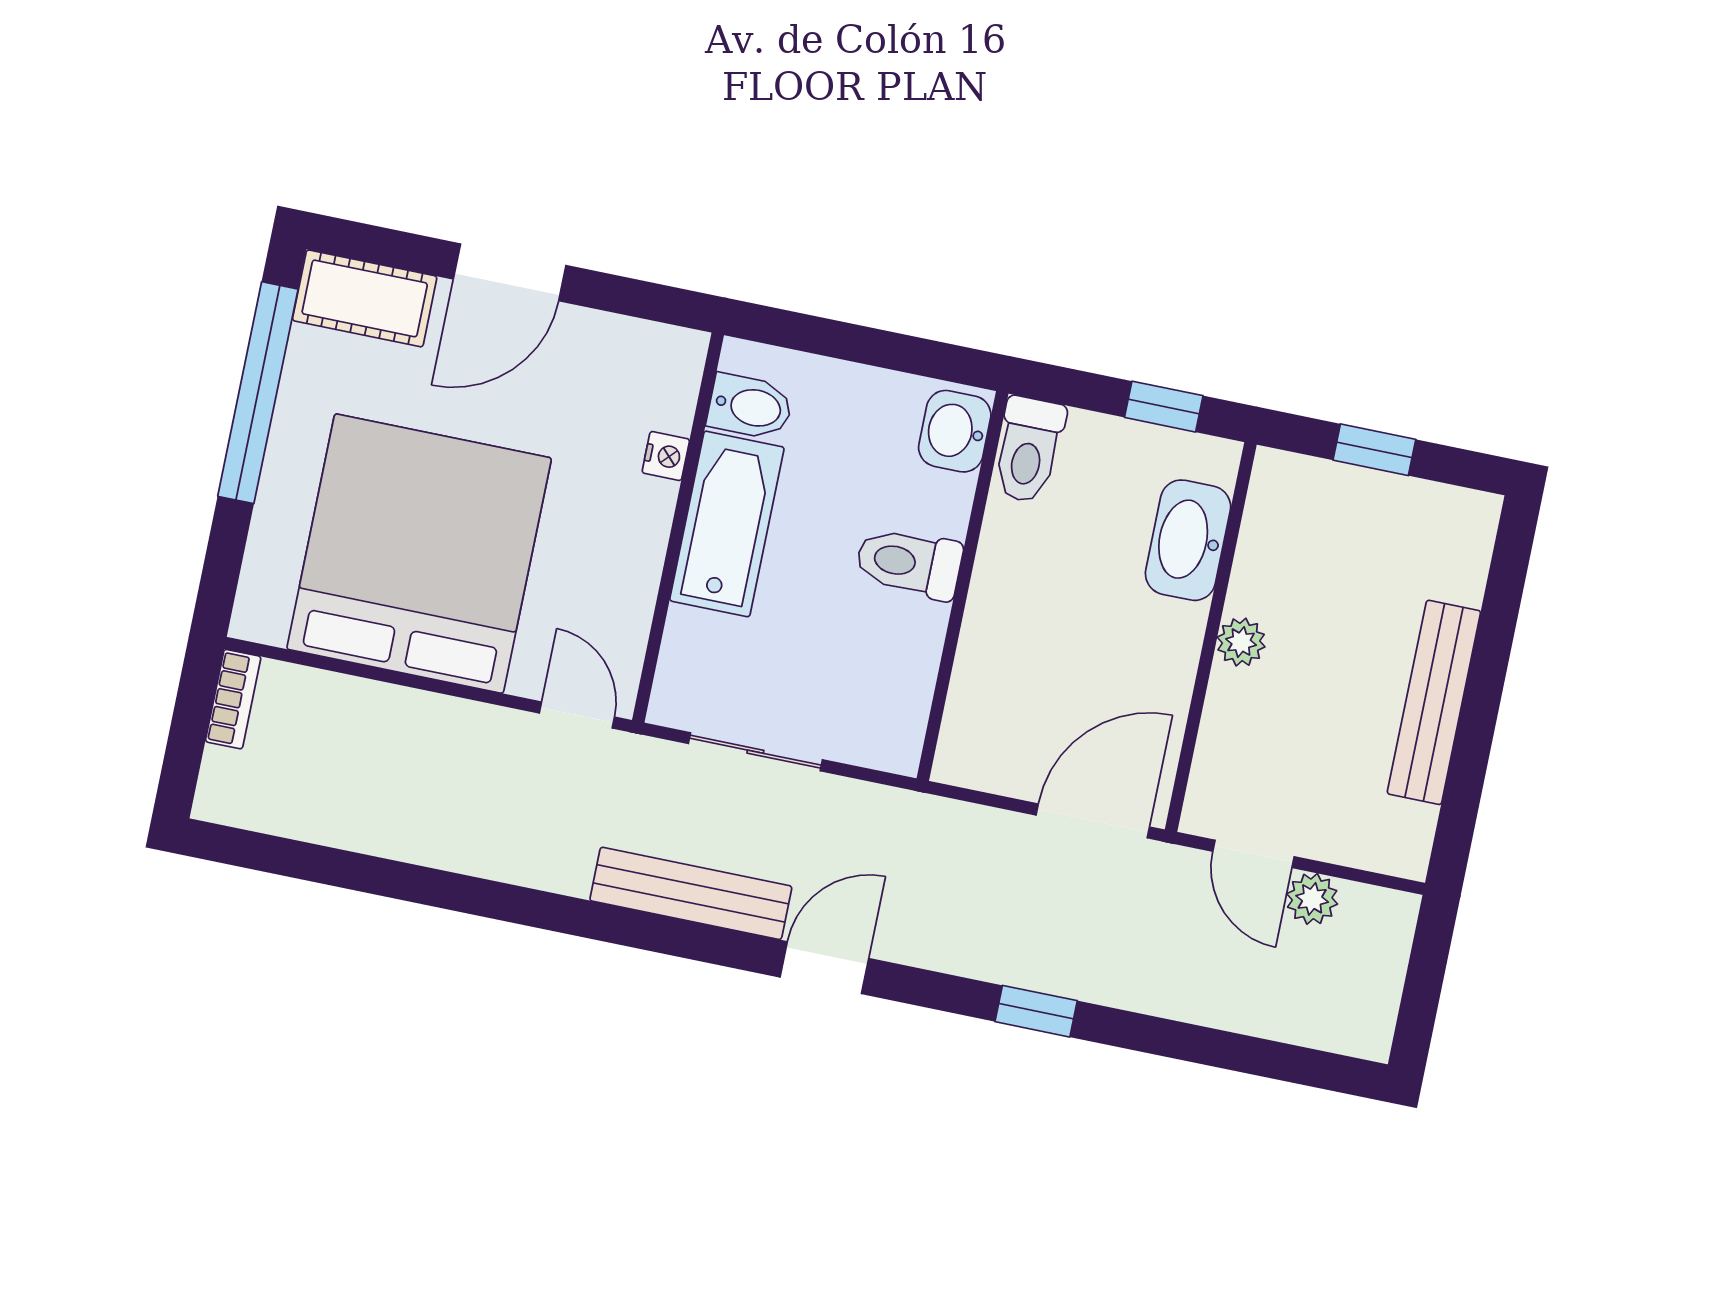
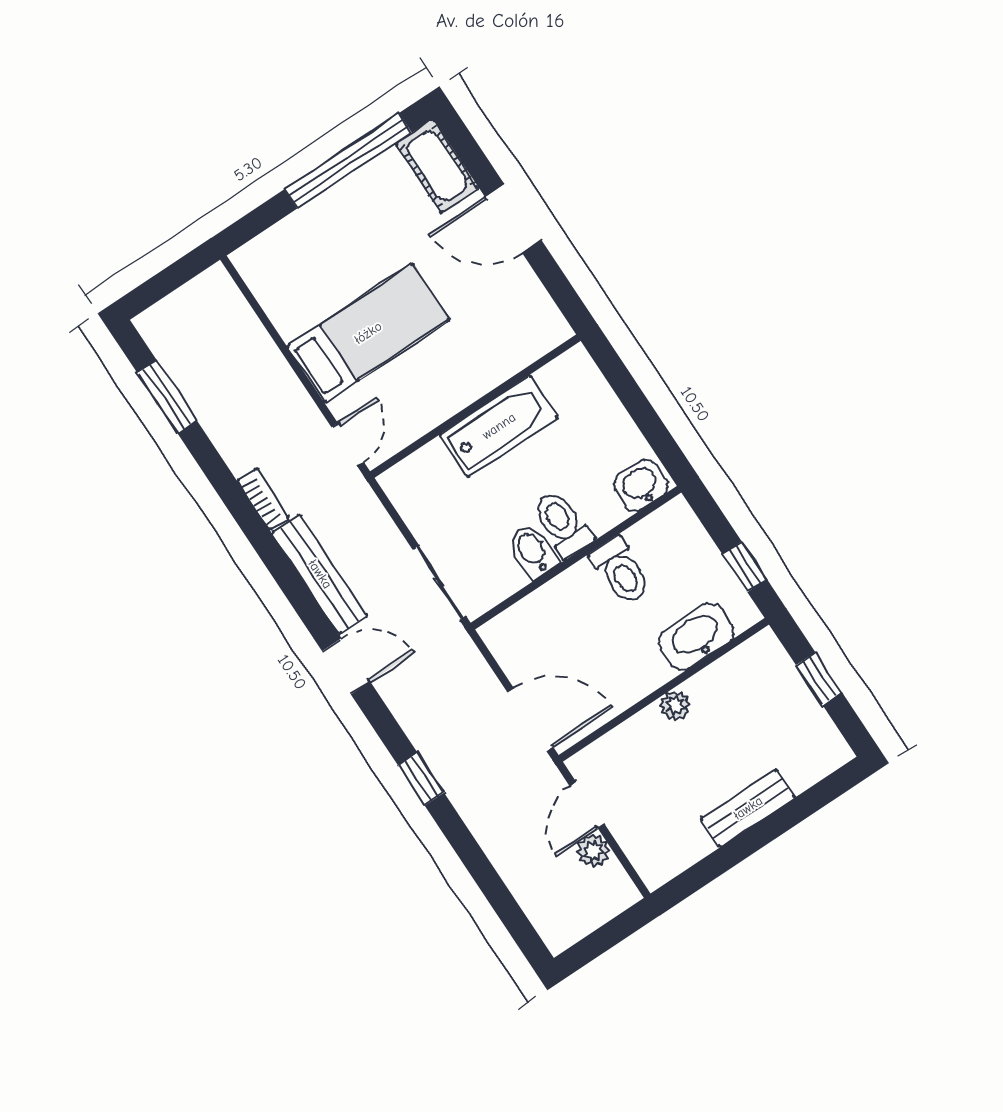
bidet: (750, 407) -> (533, 551), moved, turned 180
toilet: (1028, 450) -> (621, 571), moved, turned -90
nightstand: (666, 456) -> (501, 369), removed
bed: (419, 554) -> (368, 333), width x0.49
bookcase: (233, 699) -> (263, 499), moved, turned -90
bench: (1434, 702) -> (748, 808), width x0.73
sliding door: (755, 752) -> (439, 583), moved
window: (318, 864) -> (167, 397), added

